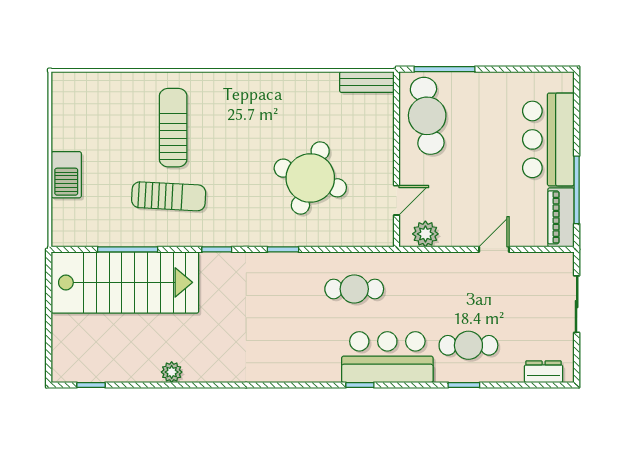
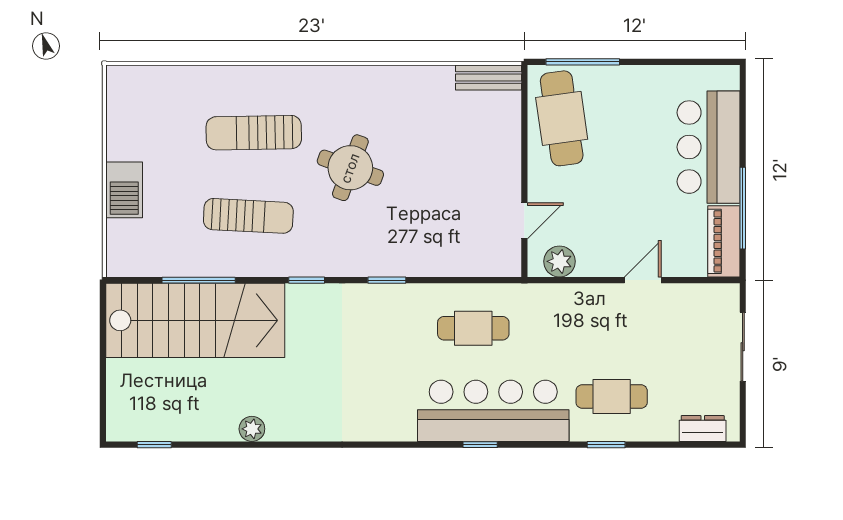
sun lounger: (173, 128) -> (254, 133), turned -91
round table: (310, 178) -> (350, 168), moved, width x0.73, depth x0.73
bar counter: (387, 357) -> (493, 411), width x1.36

